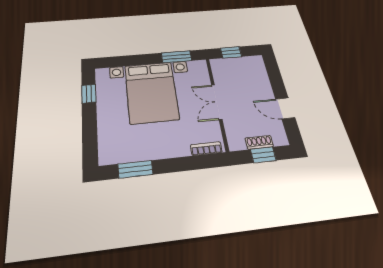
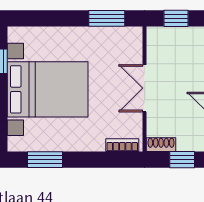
bed with nightstands: (151, 92) -> (48, 89), moved, turned -90
shoe rack: (259, 142) -> (161, 145), moved

